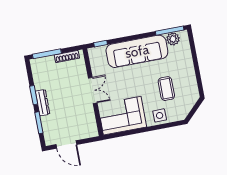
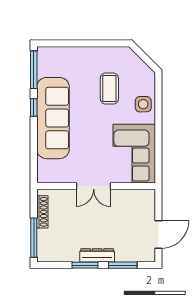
plant: (173, 39) -> (46, 67), removed
window: (101, 44) -> (34, 107), moved
coffee table: (166, 89) -> (109, 89), turned 90
double door: (93, 90) -> (94, 186), swing flipped

